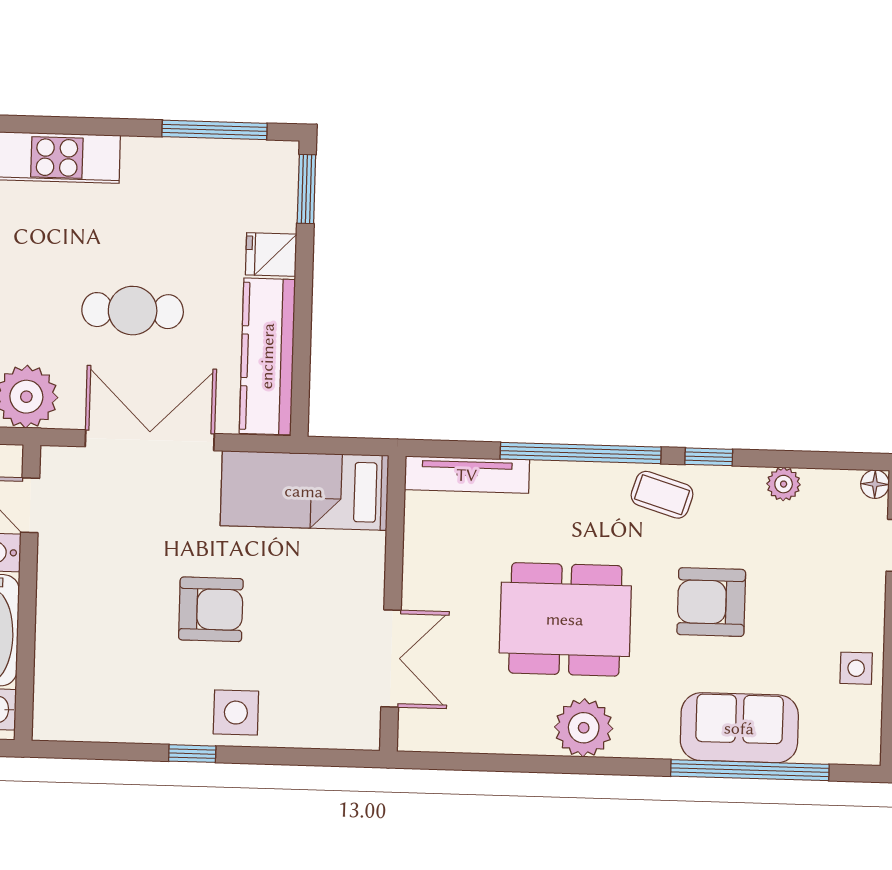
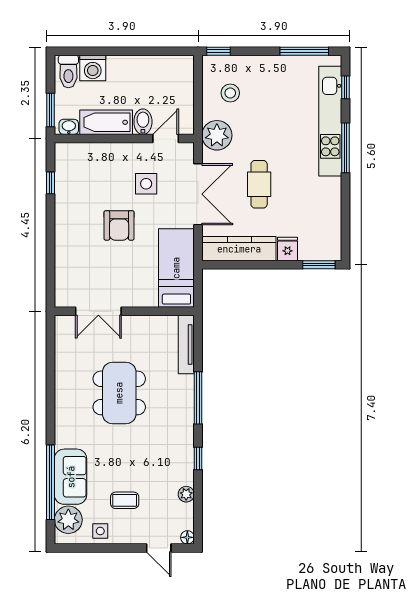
window: (215, 130) -> (346, 148), moved
window: (581, 453) -> (198, 398), width x0.68
coffee table: (662, 495) -> (125, 500), moved, turned 73
armchair: (711, 602) -> (129, 462), removed
side table: (236, 713) -> (146, 184), moved
plant: (584, 728) -> (68, 520), moved
window: (192, 754) -> (51, 183), moved

